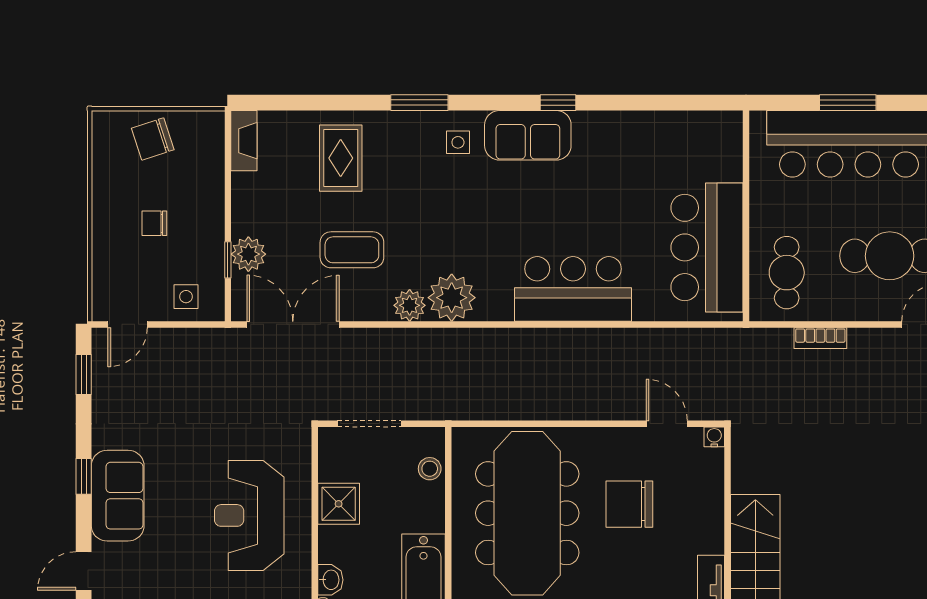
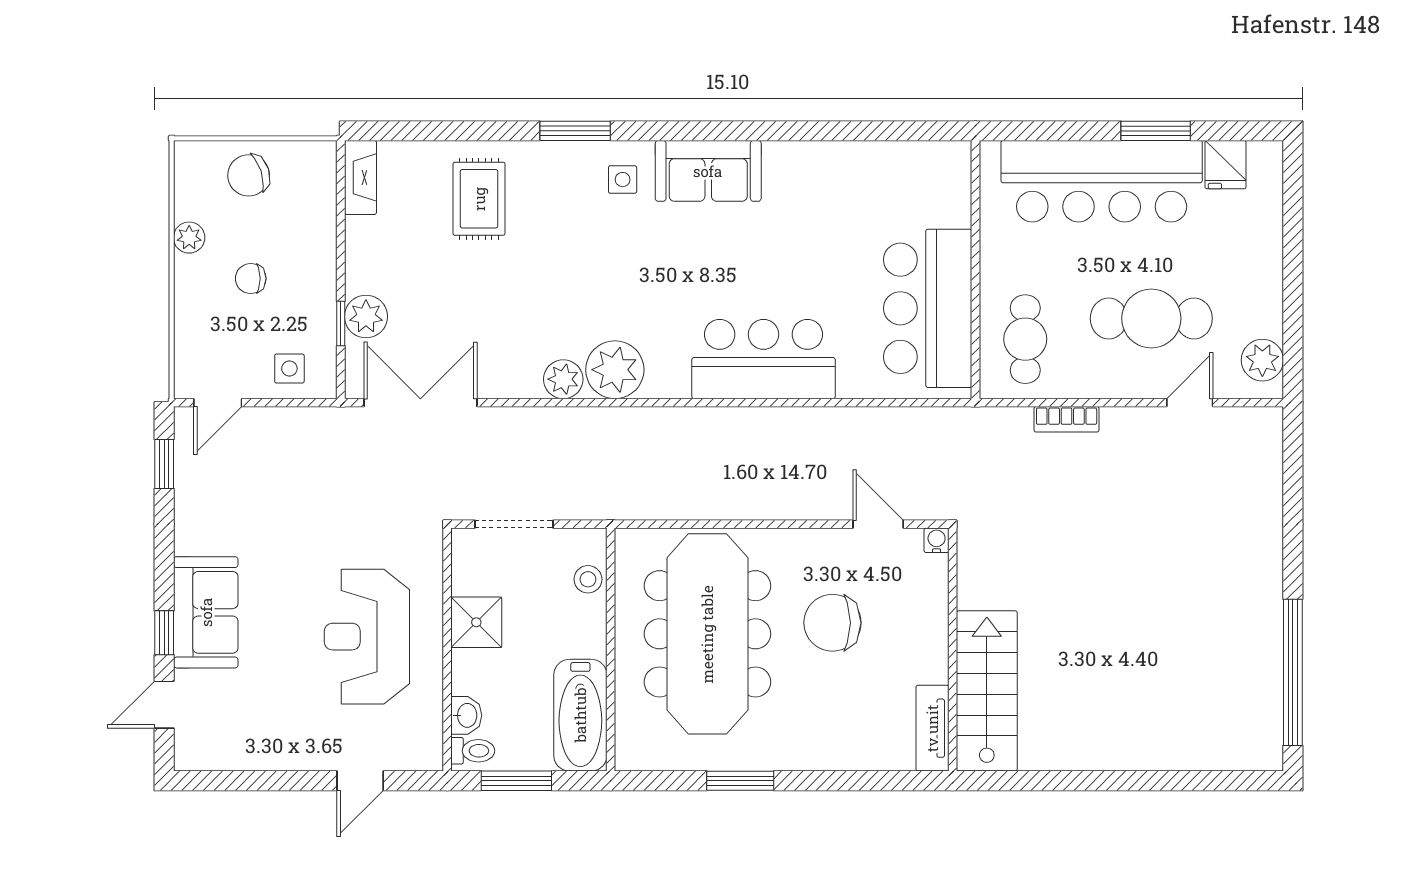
window: (558, 103) -> (745, 131), removed
window: (848, 103) -> (1156, 131), moved
plant: (104, 190) -> (189, 238), added
coffee table: (352, 250) -> (493, 311), removed
window: (84, 476) -> (164, 633), moved

